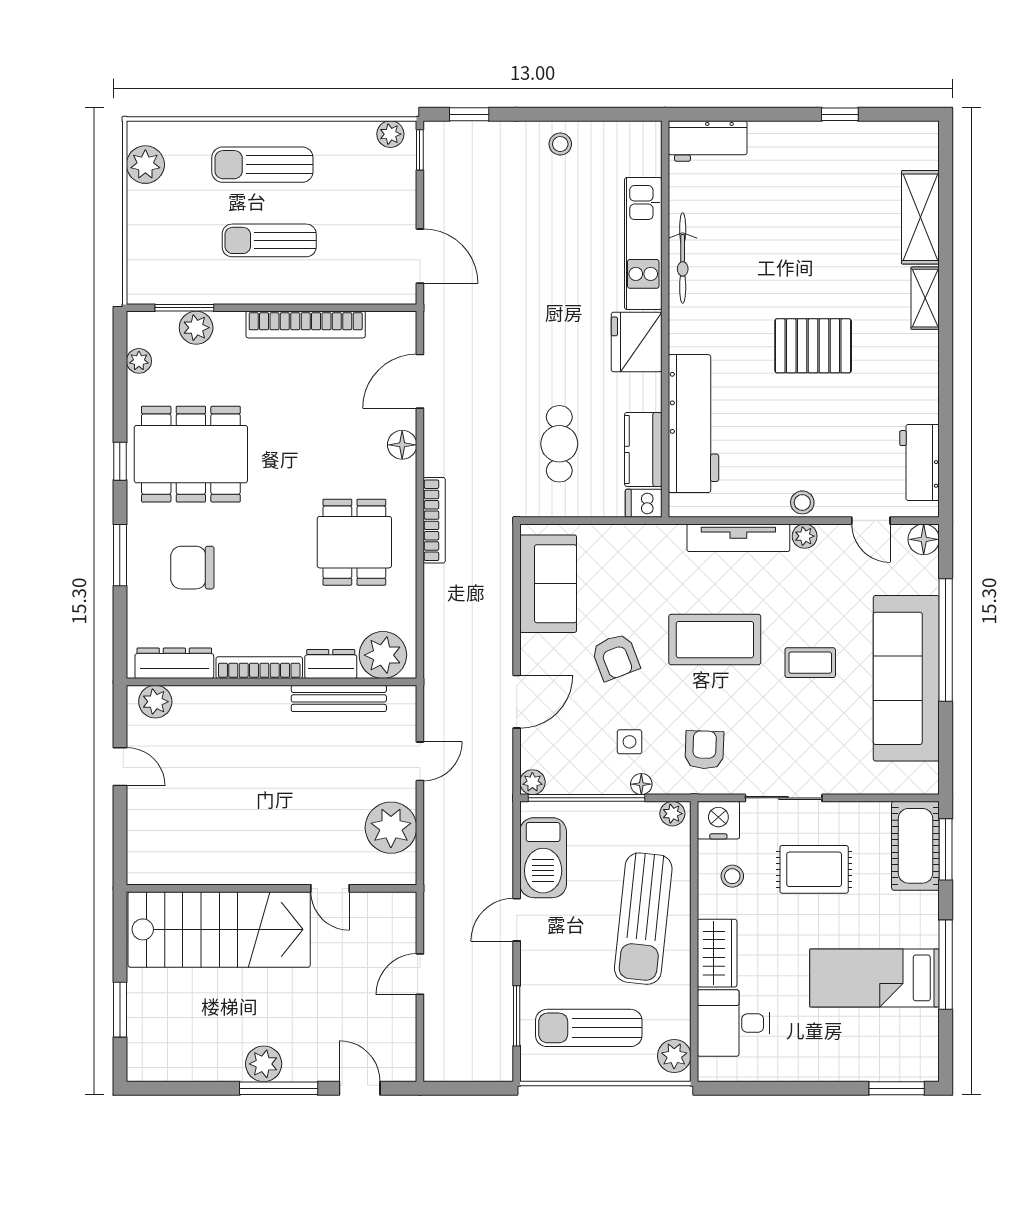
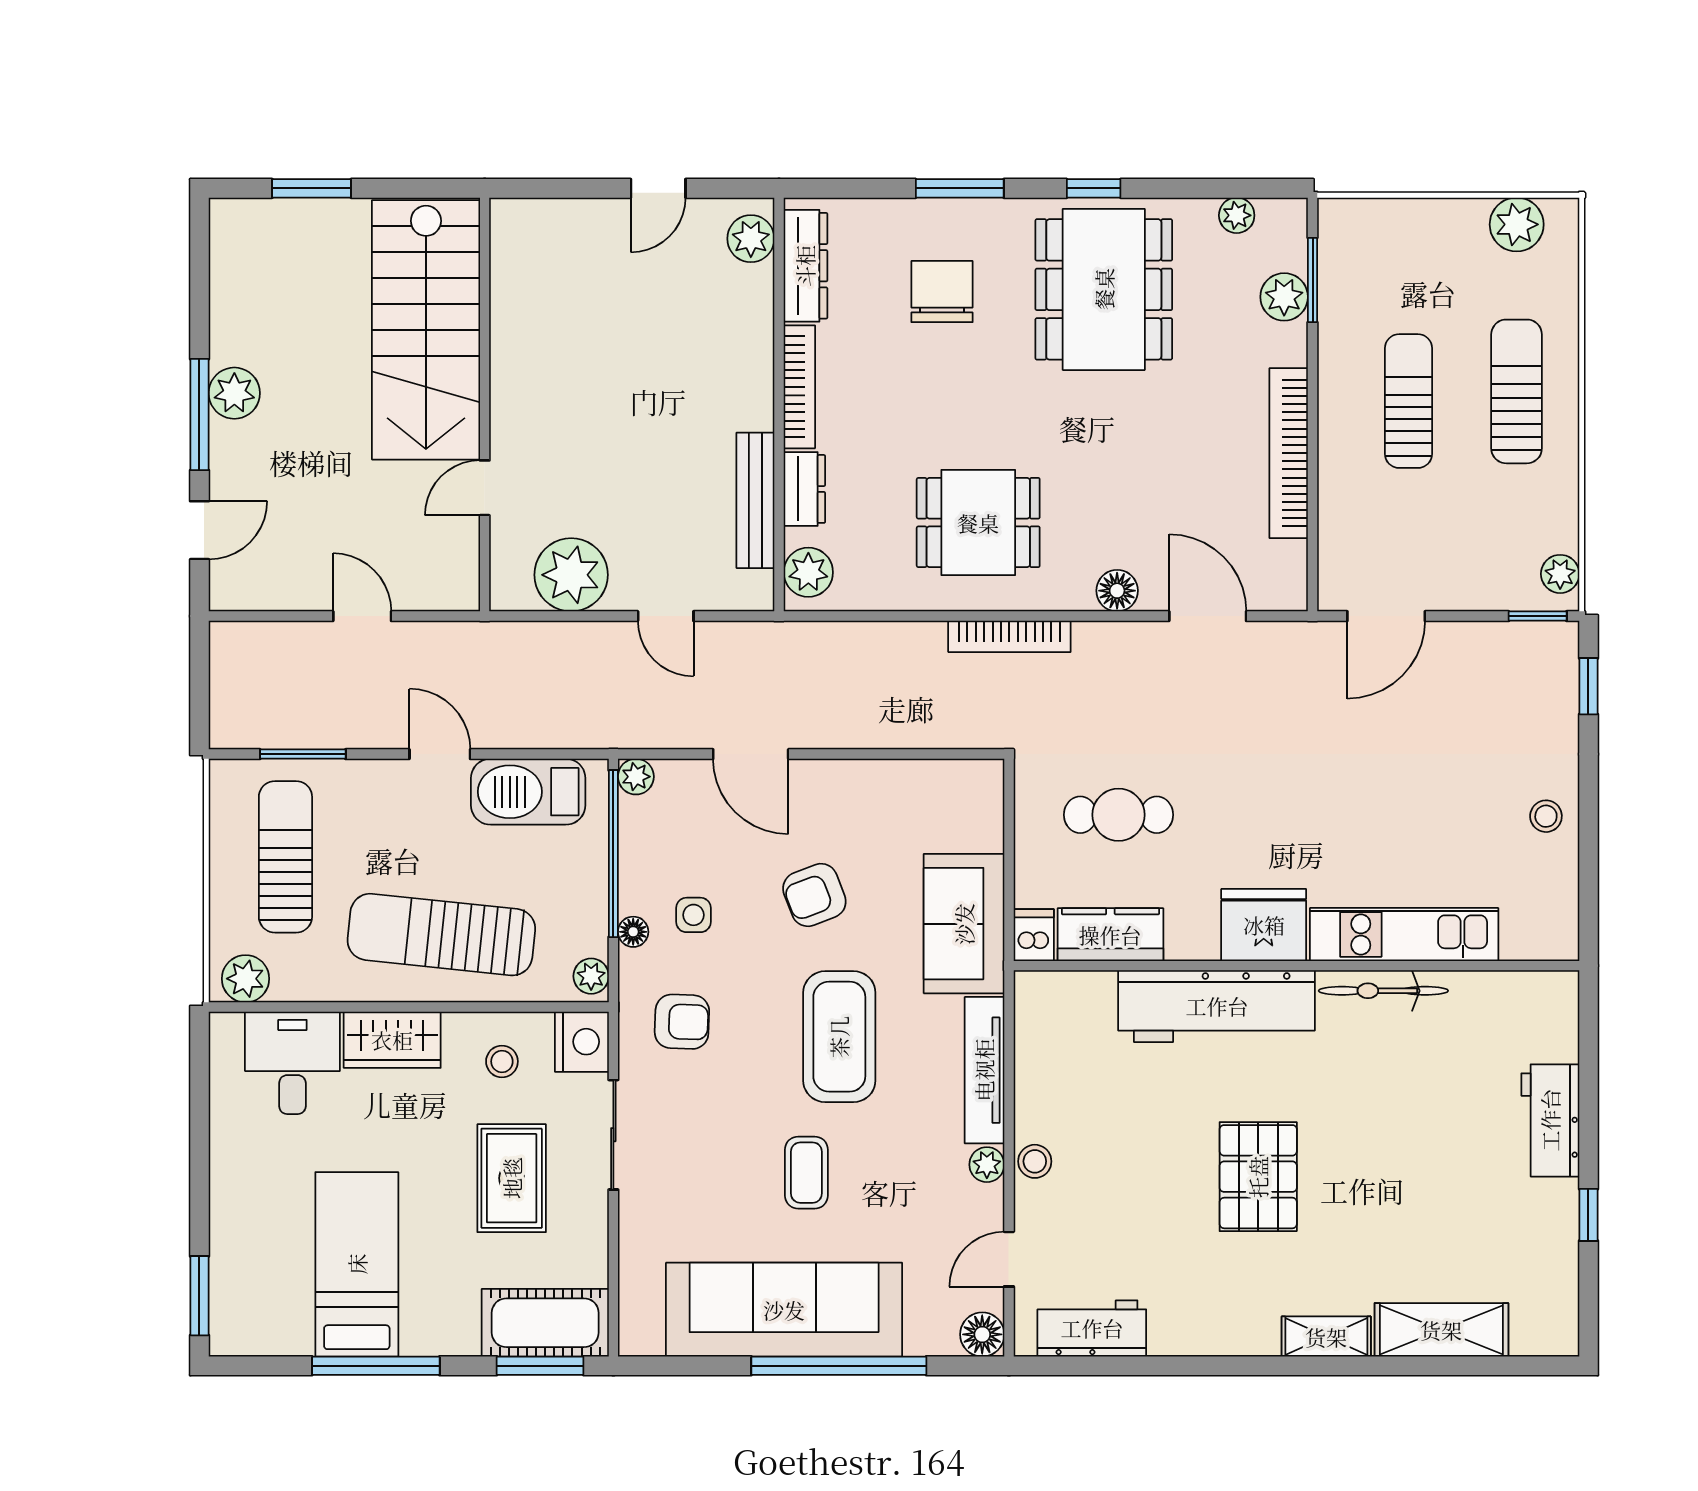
workbench: (708, 141) -> (1550, 1120), moved
workbench: (693, 424) -> (1217, 1006), moved
sofa: (548, 584) -> (964, 924), moved, turned 90
plant: (383, 655) -> (808, 572), width x0.73, depth x0.73

